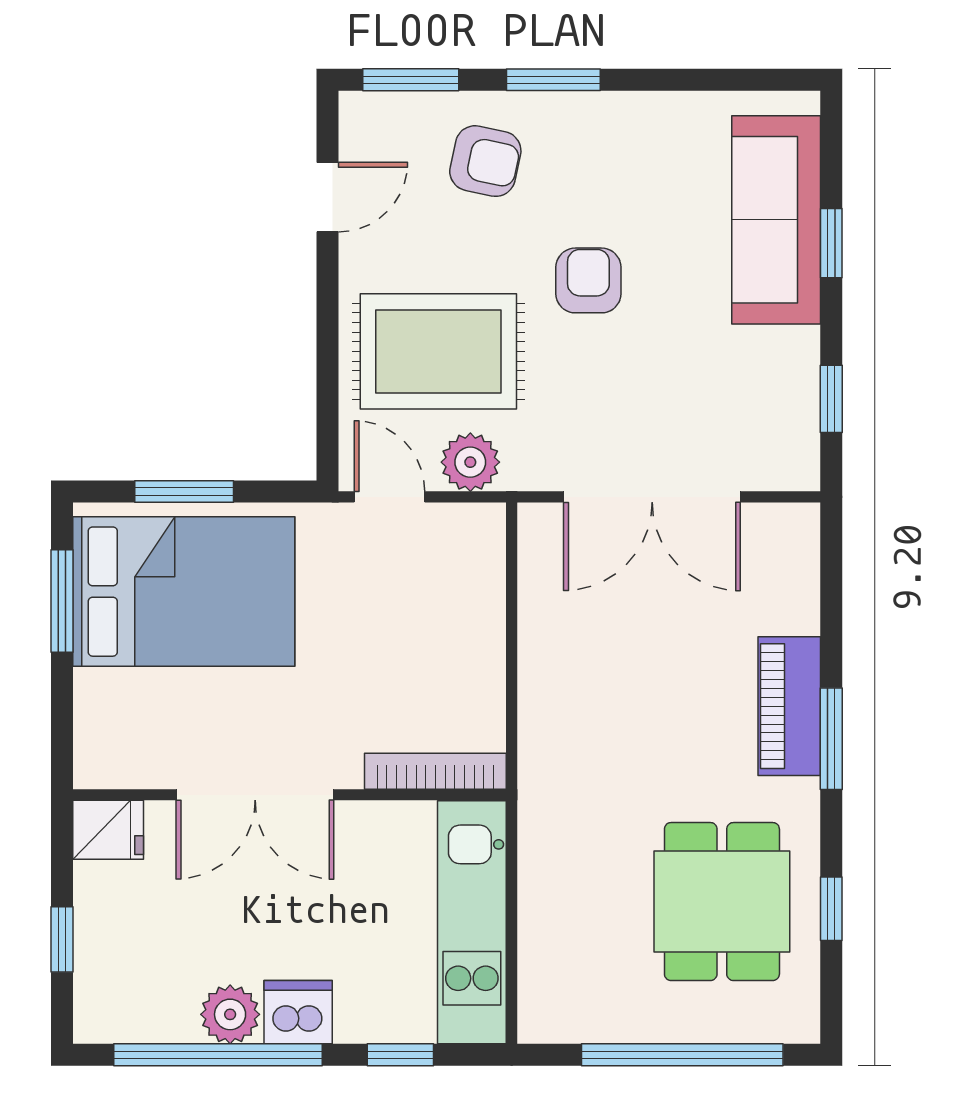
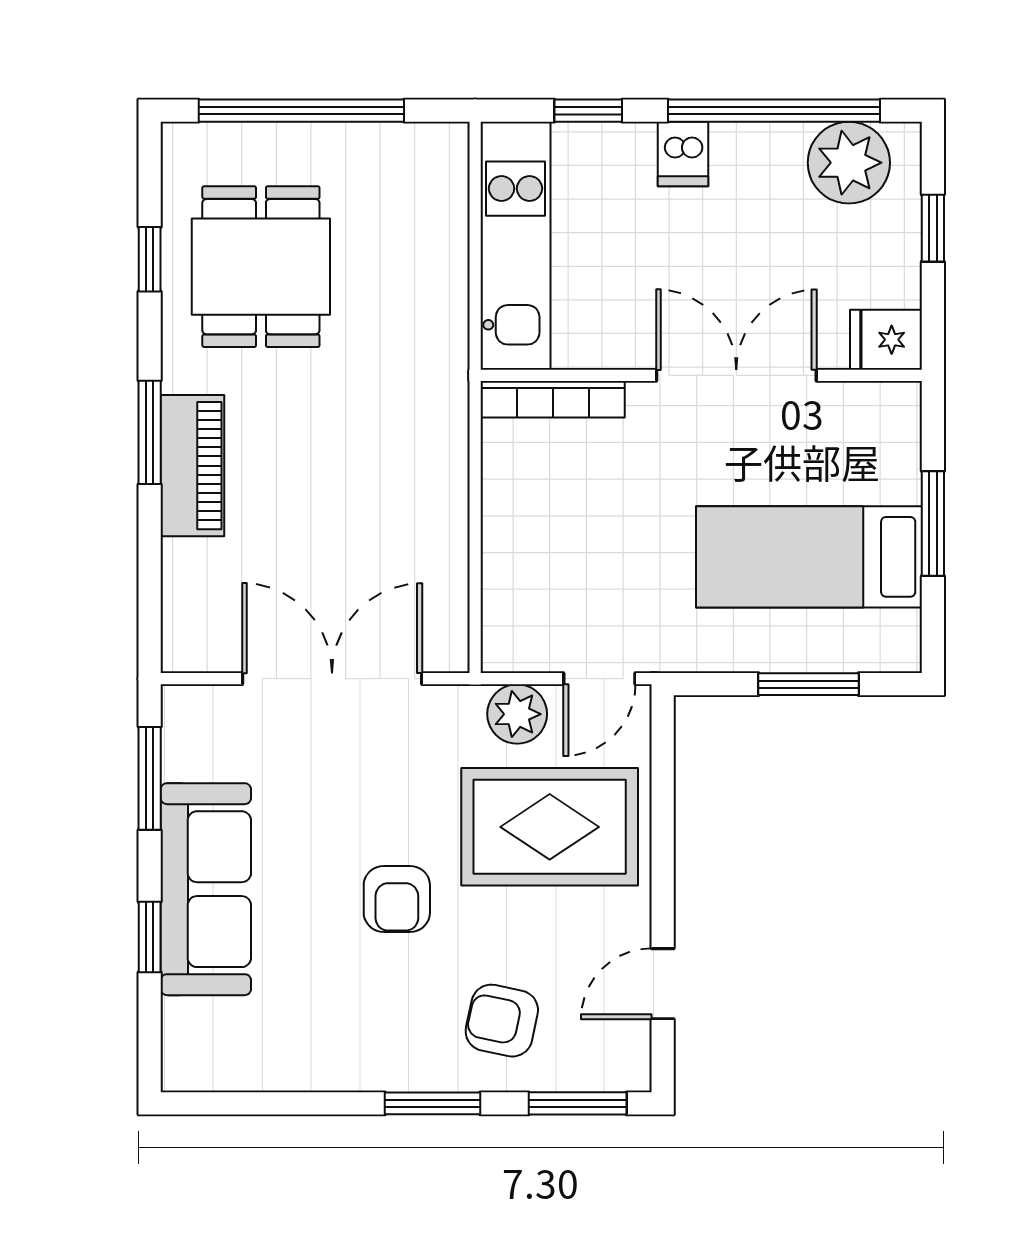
sofa: (776, 220) -> (206, 889), moved
window: (831, 399) -> (150, 778), width x1.50
door: (389, 497) -> (599, 679), hinge flipped
bed: (184, 592) -> (809, 557), width x0.67
window: (62, 601) -> (933, 523), moved
dishwasher: (298, 1012) -> (683, 154), width x0.73
plant: (230, 1014) -> (849, 163), moved, width x1.36, depth x1.36

